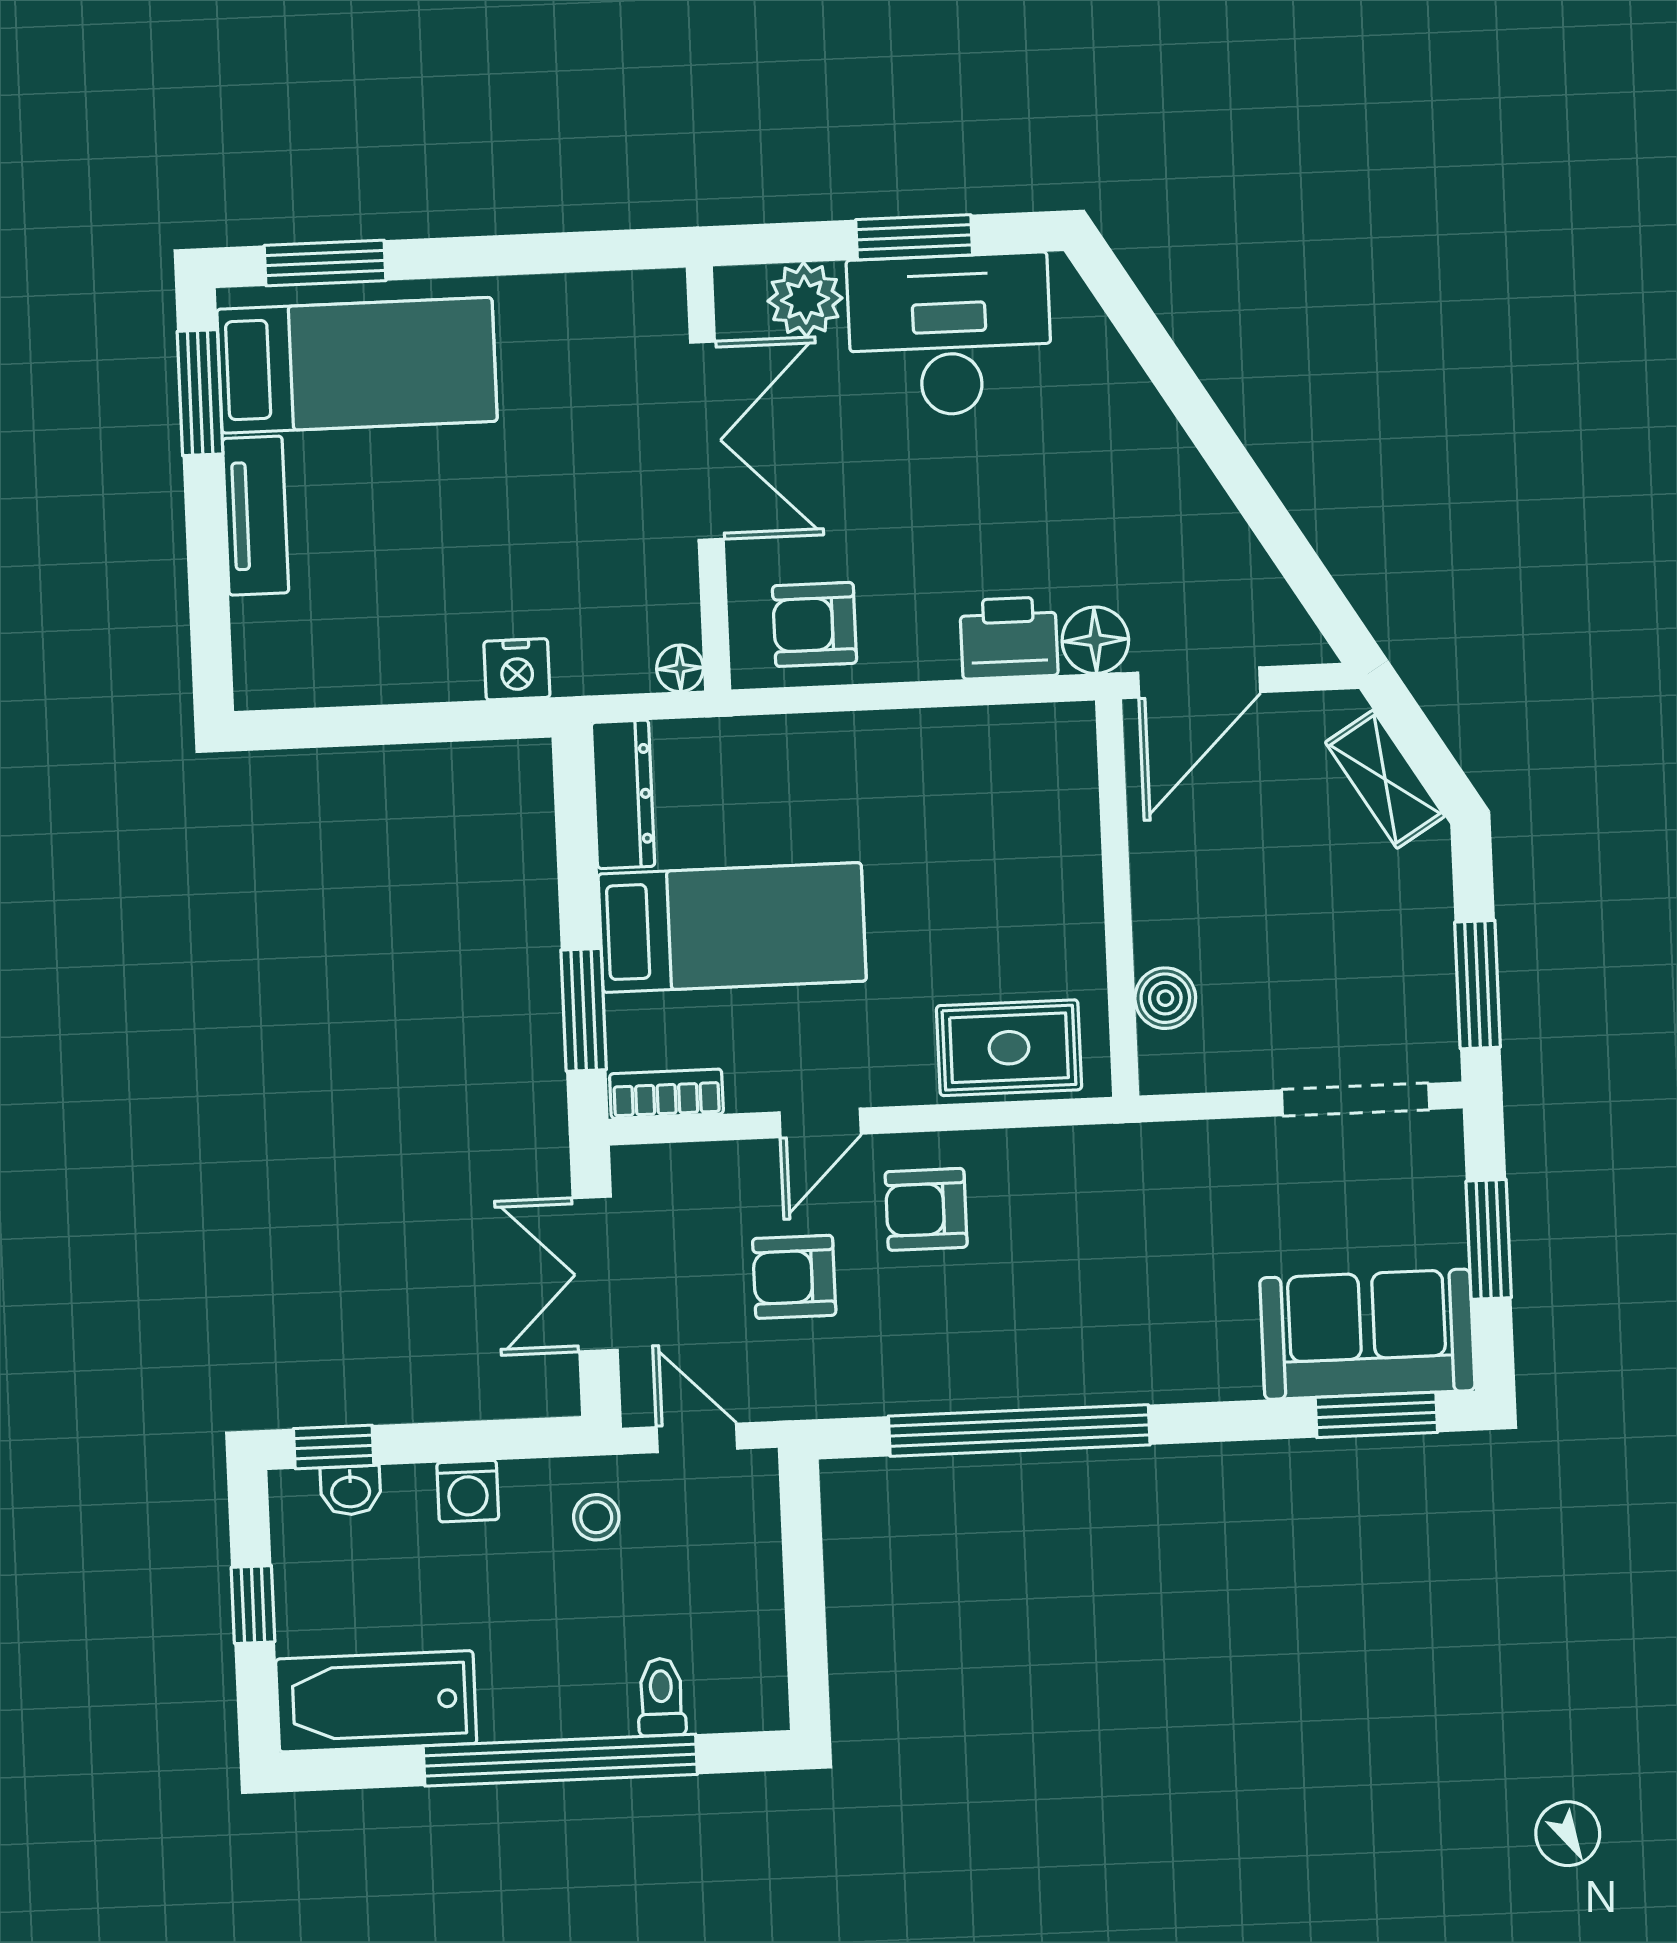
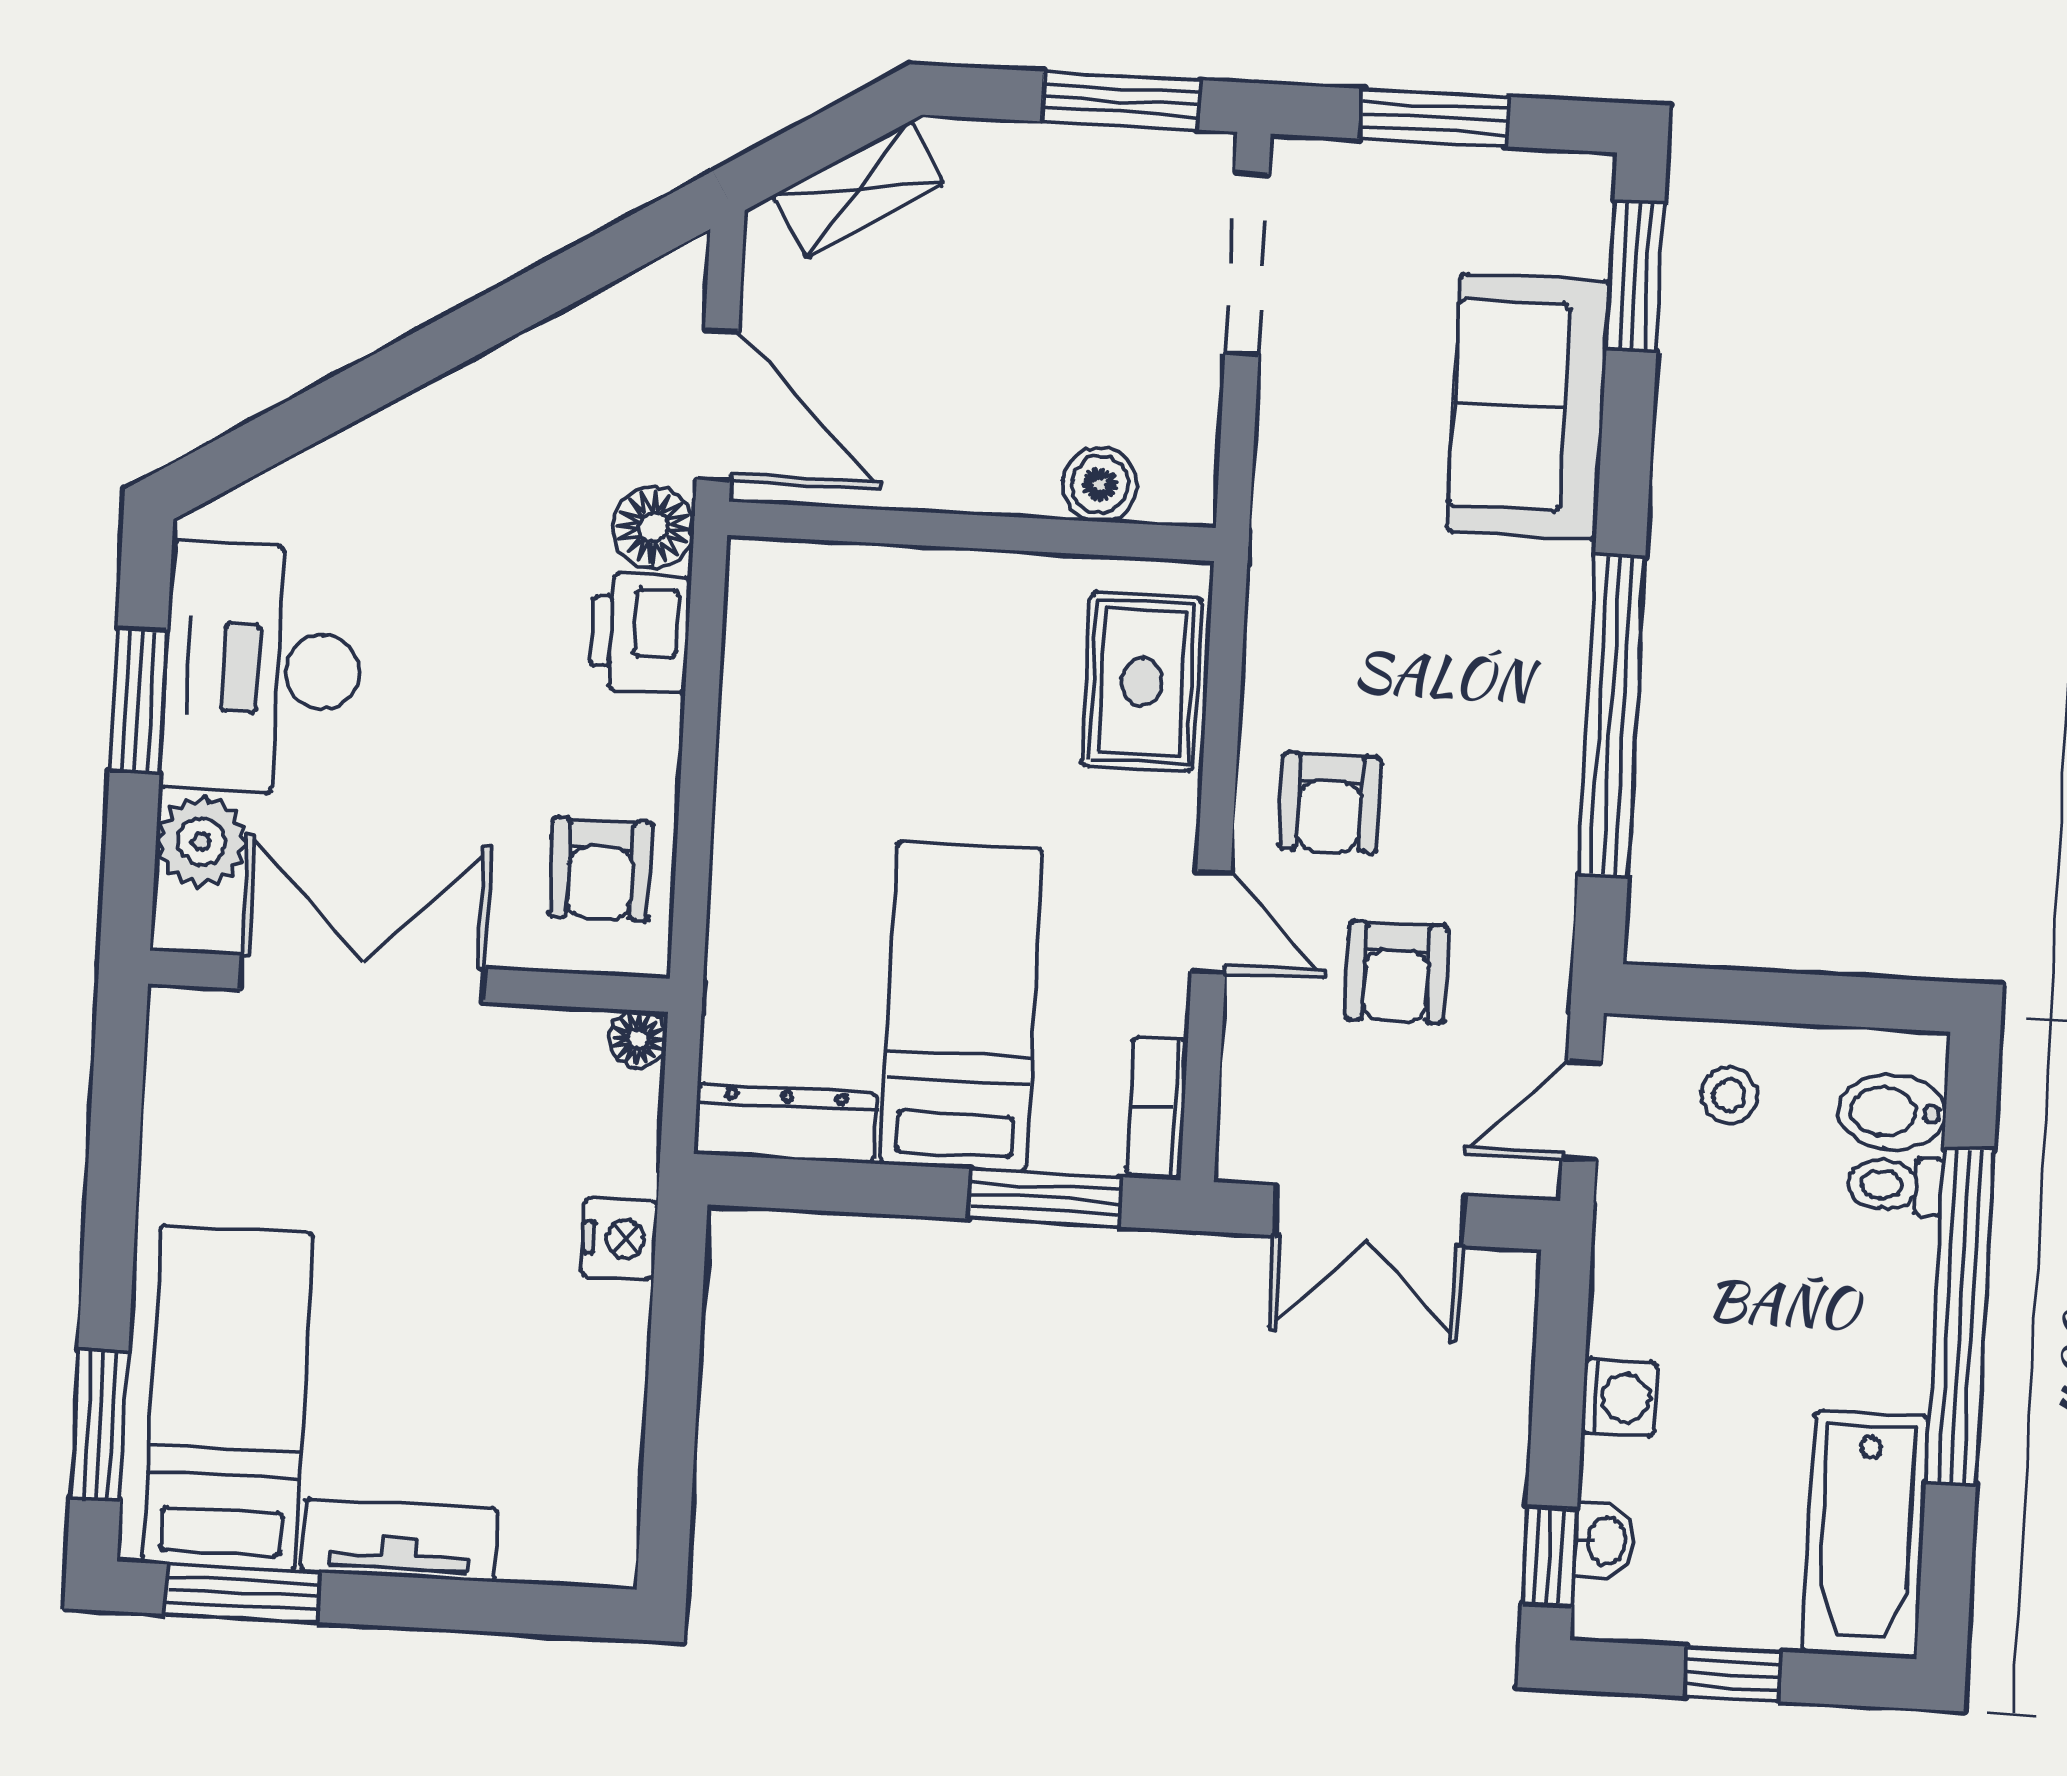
sofa: (1367, 1334) -> (1529, 406), moved
stool: (596, 1517) -> (1729, 1095), moved
bidet: (720, 1689) -> (1892, 1112), added

